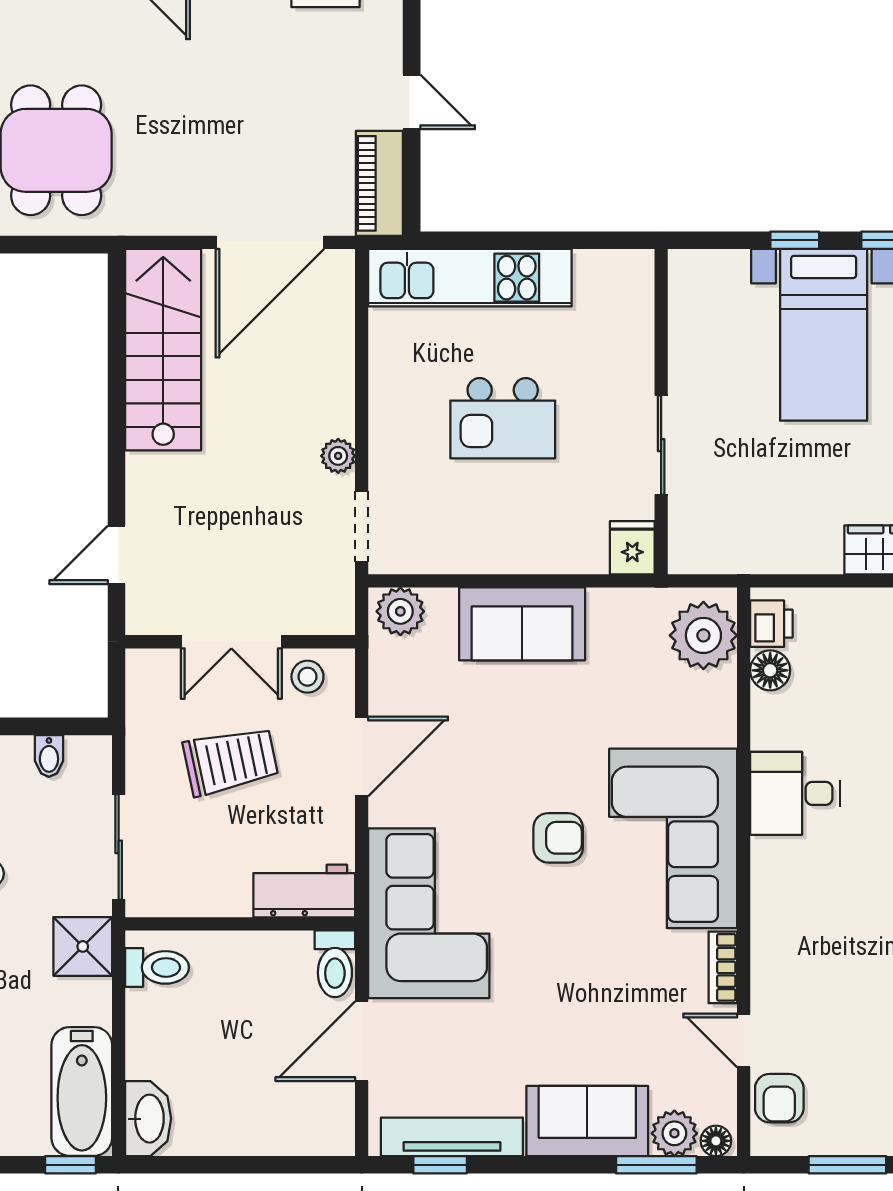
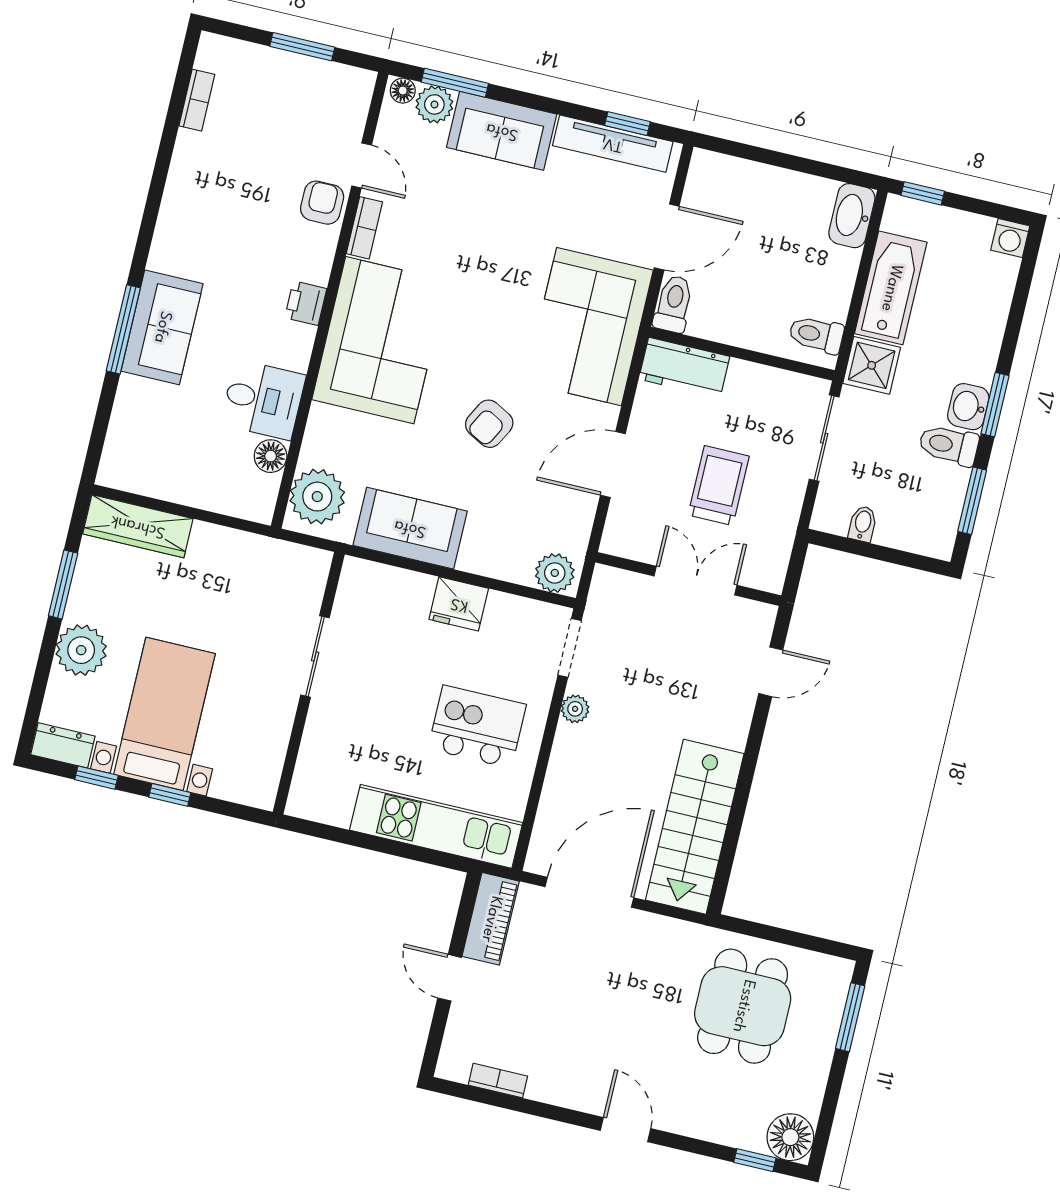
kitchen island: (503, 418) -> (477, 727), moved
fridge: (632, 548) -> (459, 604), moved, width x1.38
sofa: (522, 624) -> (410, 528), moved
printer: (771, 624) -> (306, 303), moved
stool: (307, 677) -> (641, 538), removed
trolley: (231, 761) -> (719, 486), turned 102
desk: (795, 793) -> (263, 400), moved
armchair: (558, 838) -> (489, 424), moved, turned -62
bathtub: (82, 1091) -> (891, 288), moved
armchair: (779, 1098) -> (322, 203), moved

